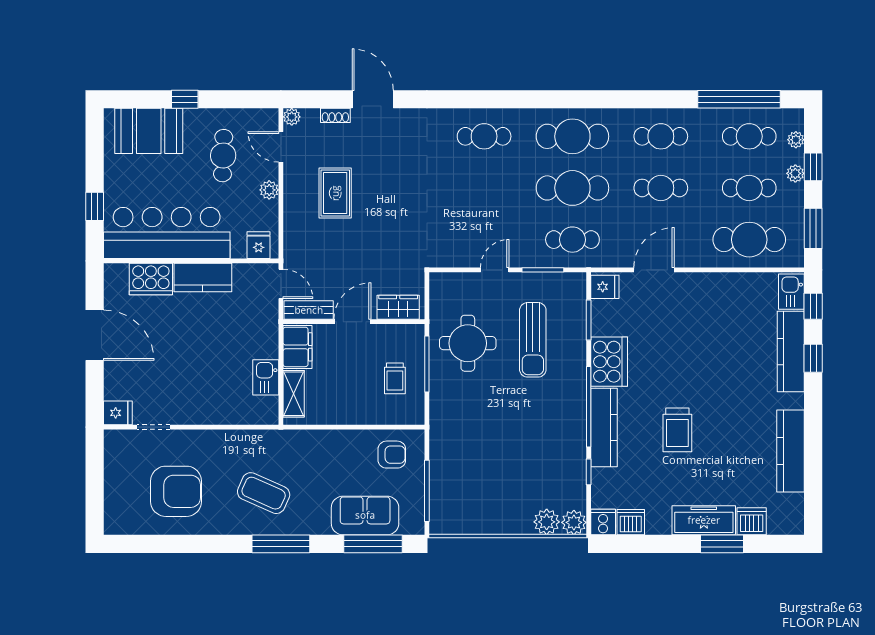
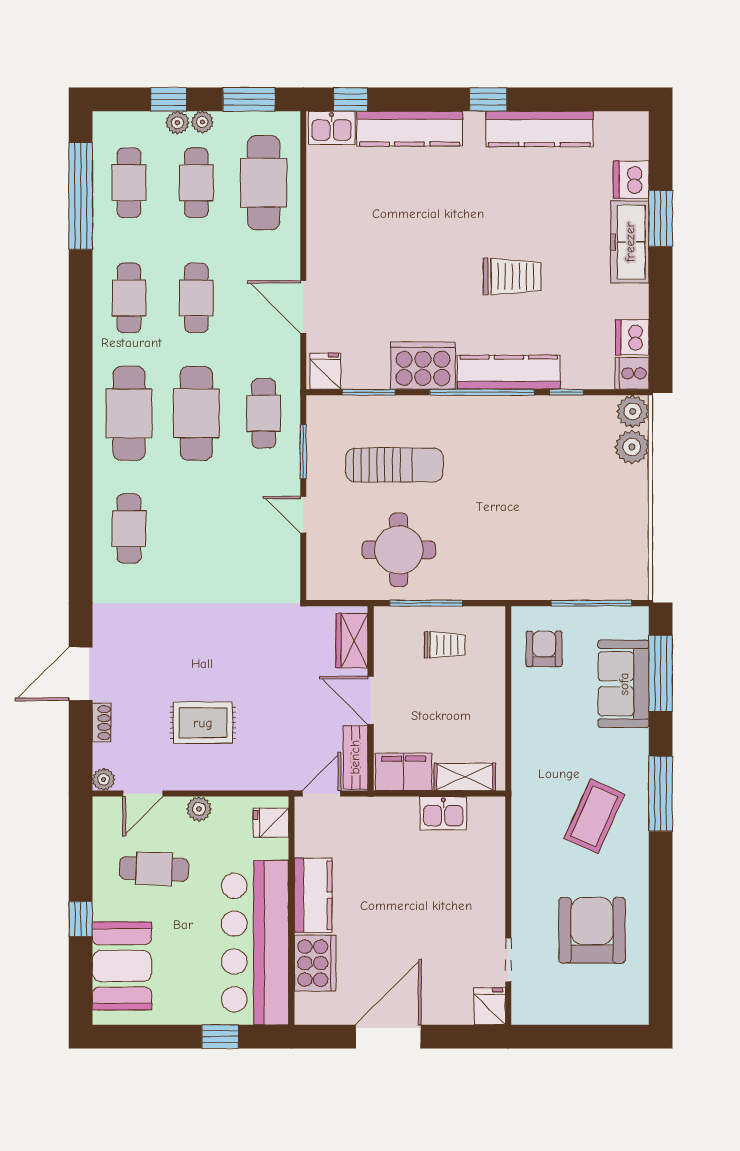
plant: (796, 140) -> (202, 122), moved
window: (813, 358) -> (488, 99), moved

